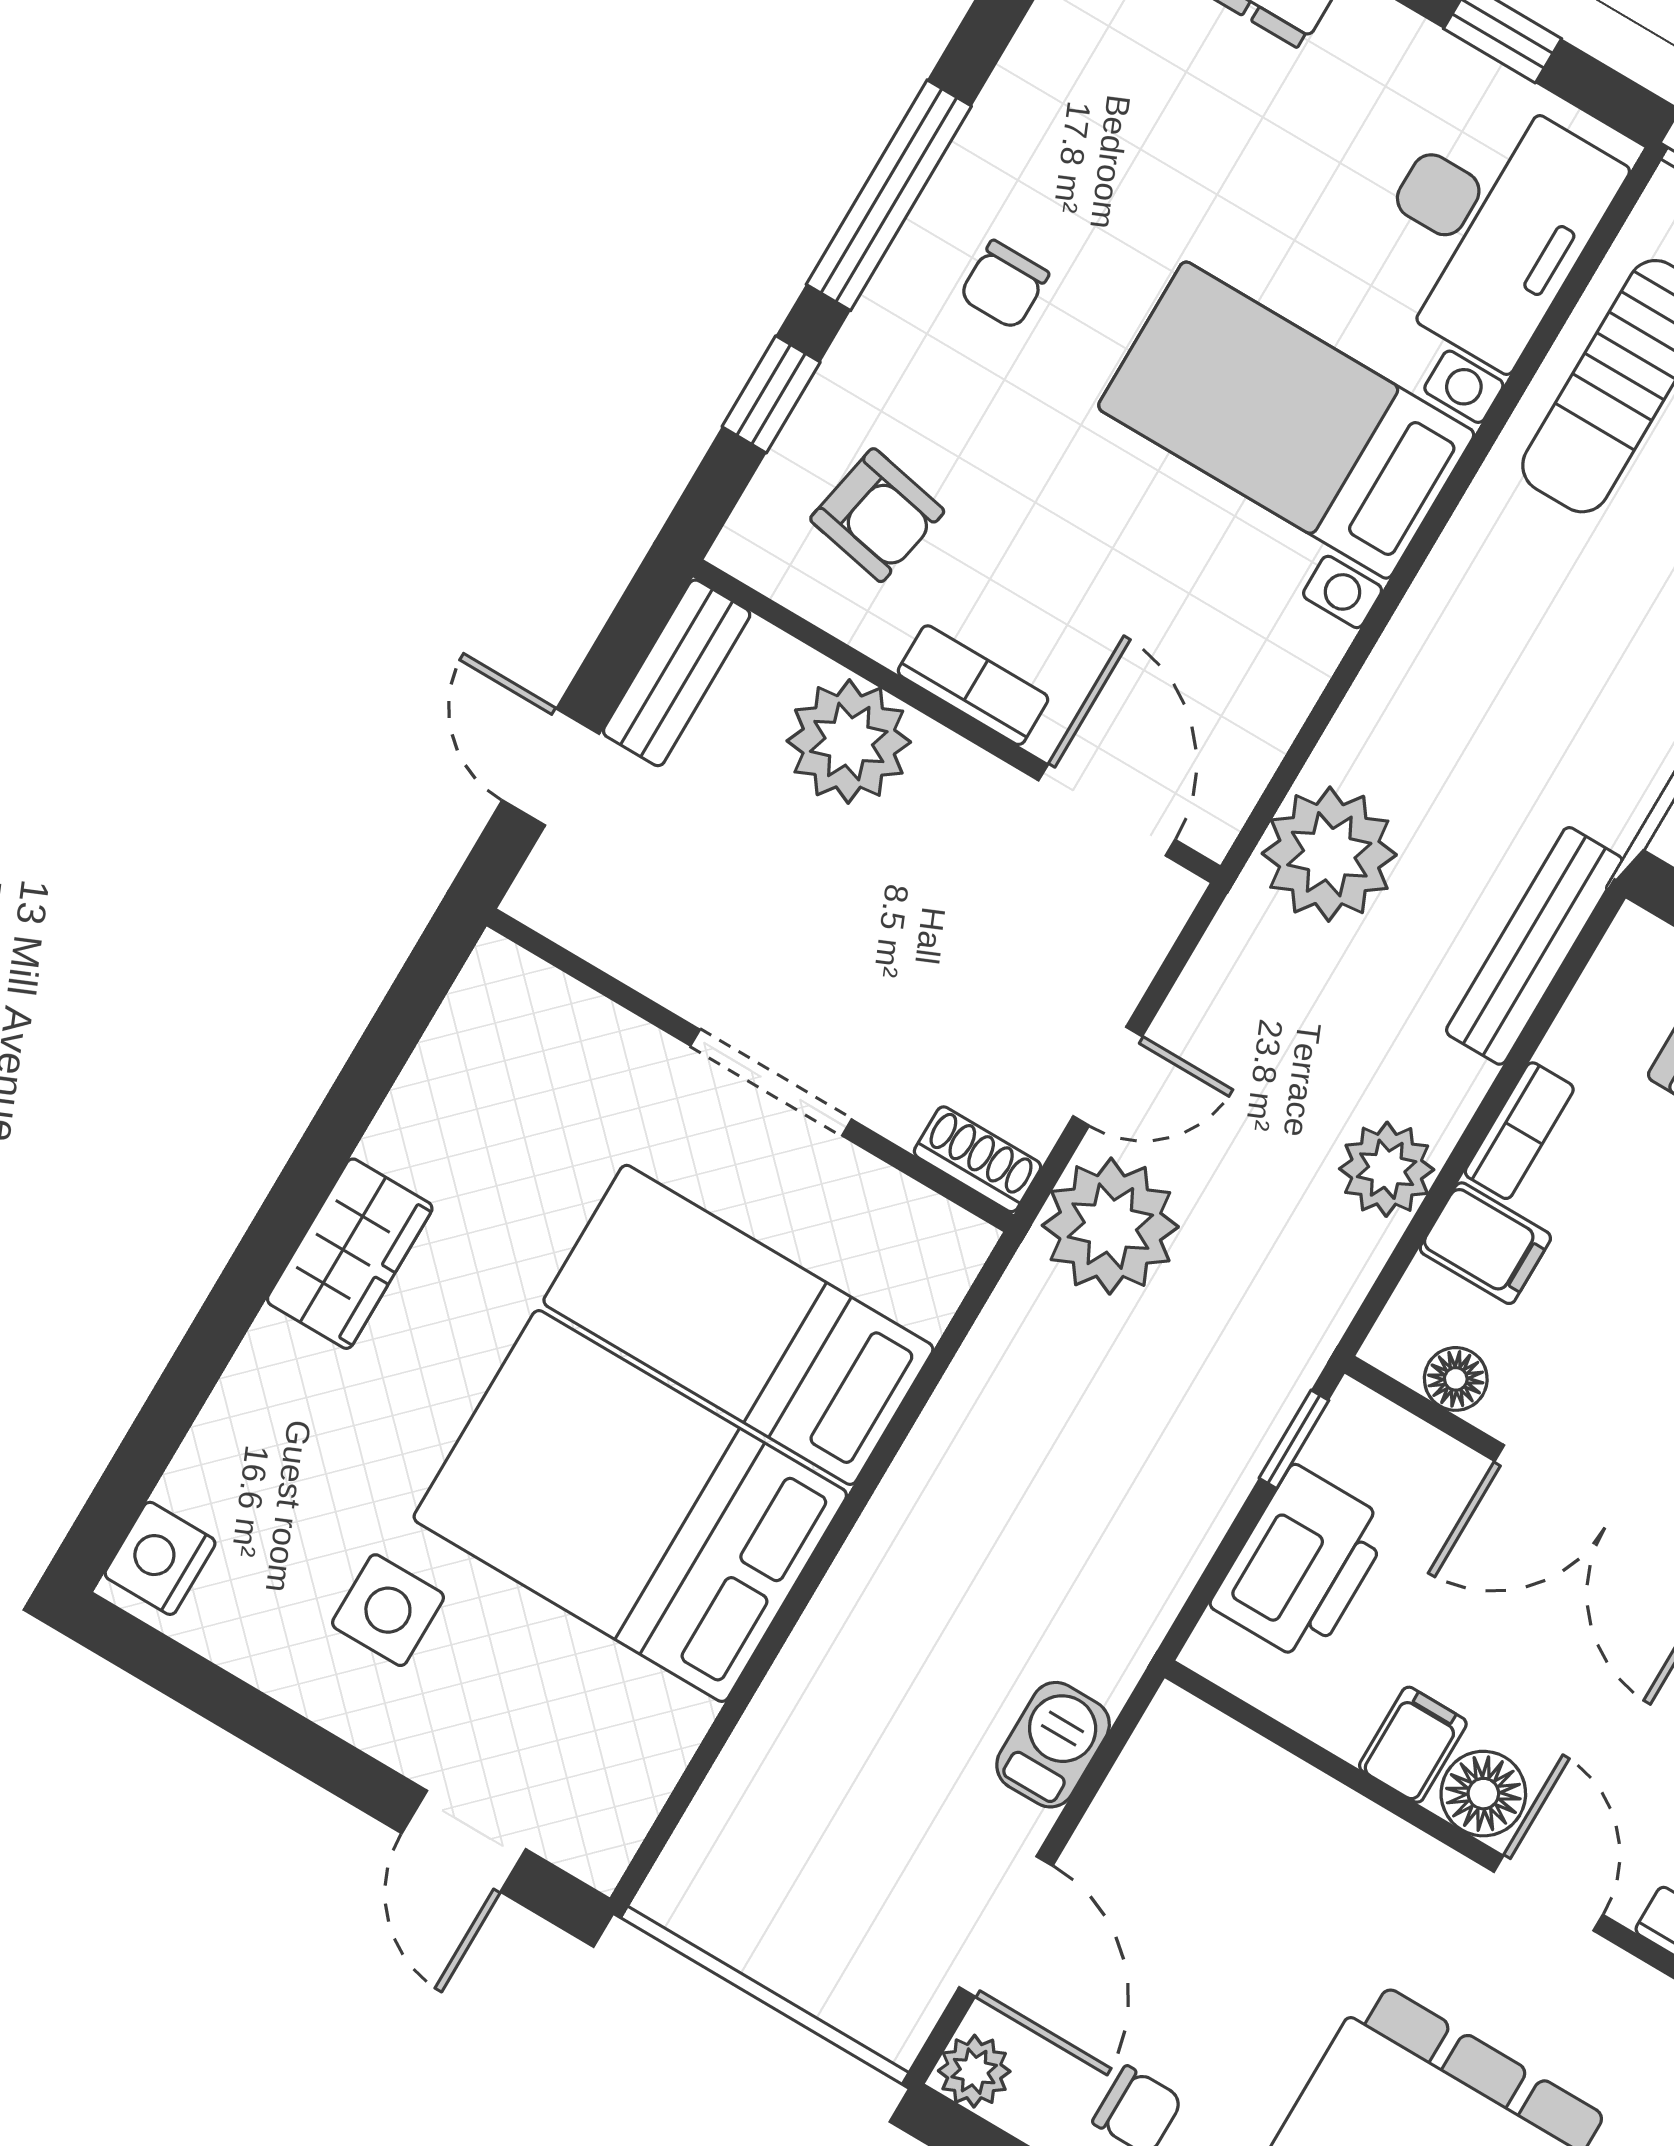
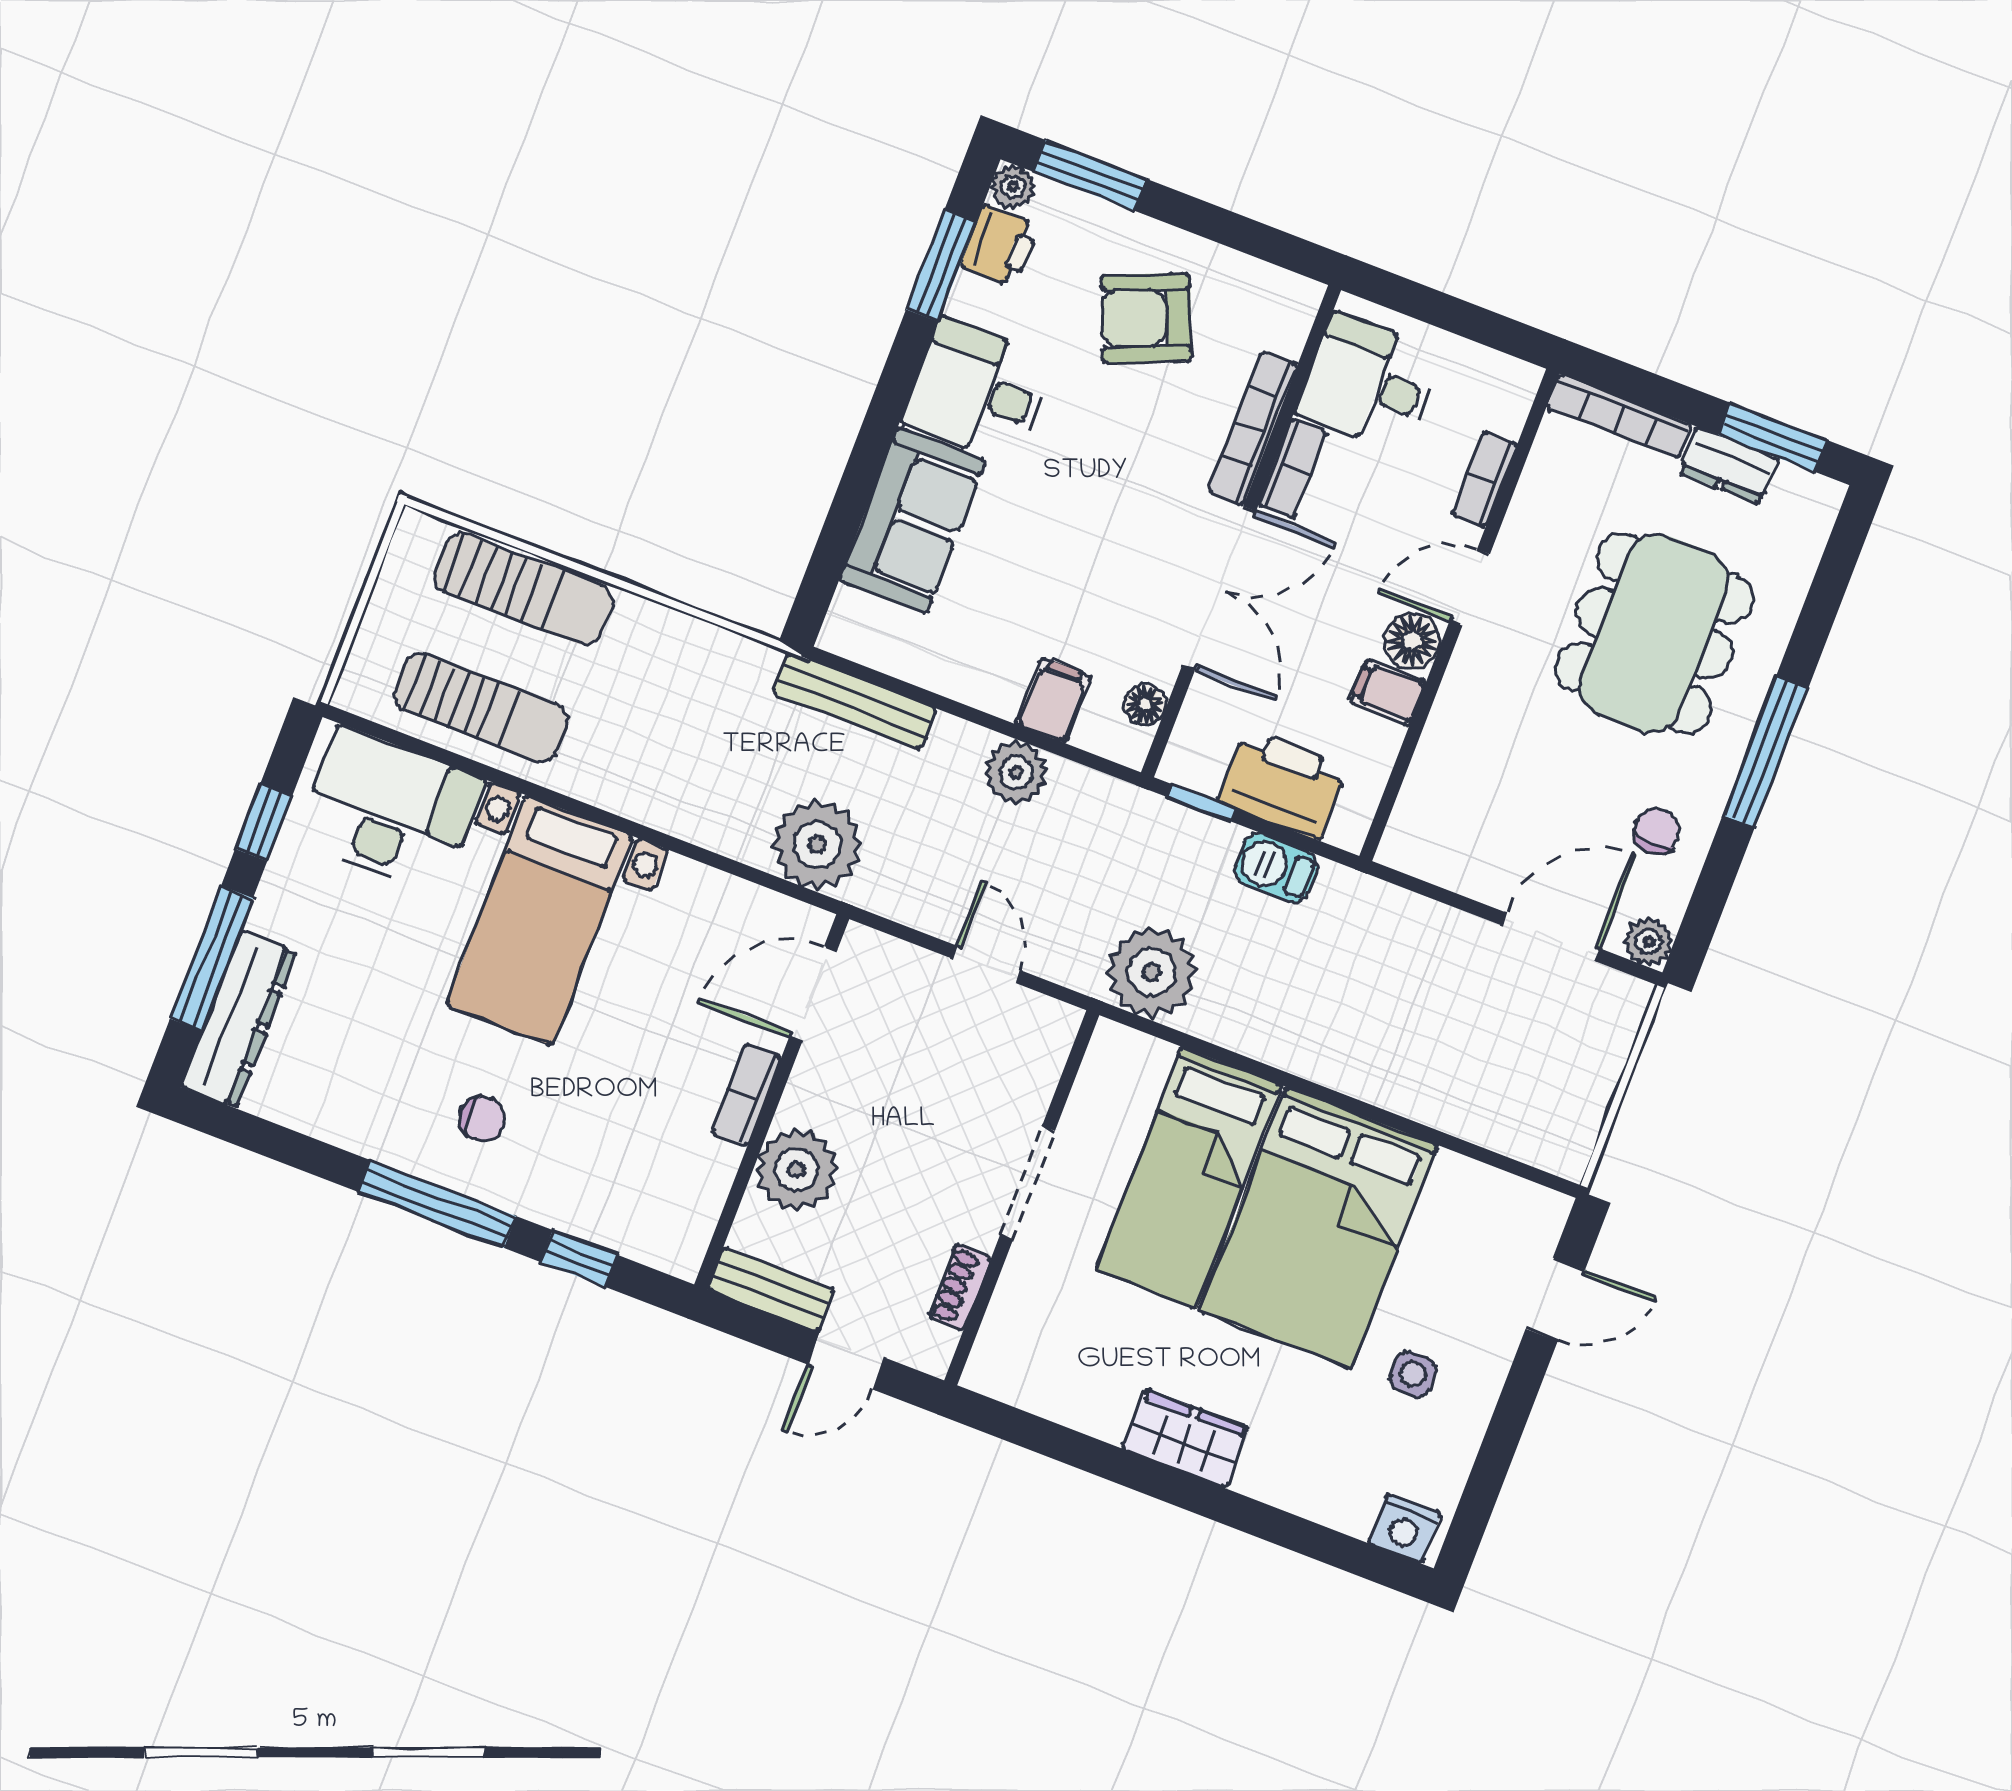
armchair: (877, 515) -> (646, 1176), removed
bookcase: (1519, 1131) -> (976, 690), removed
shoe rack: (978, 1159) -> (960, 1287), moved
plant: (1110, 1226) -> (1152, 972), moved
side table: (388, 1610) -> (1413, 1374), width x0.73, depth x0.73
barbecue: (1053, 1745) -> (1276, 868), moved

